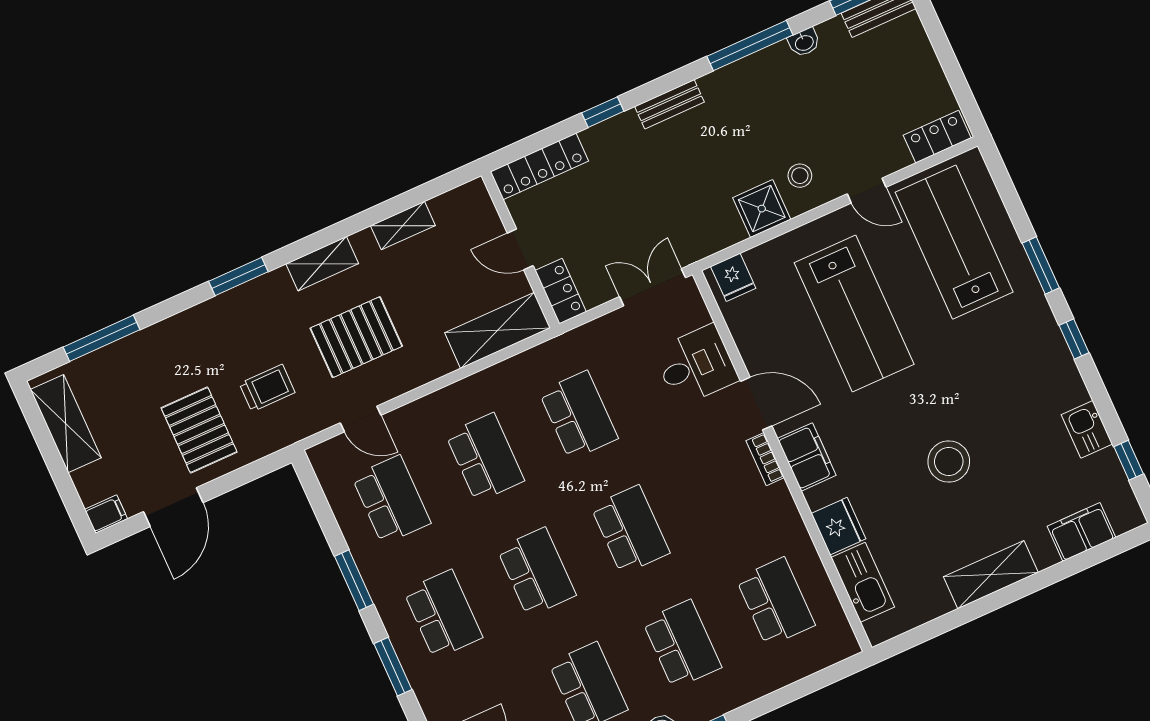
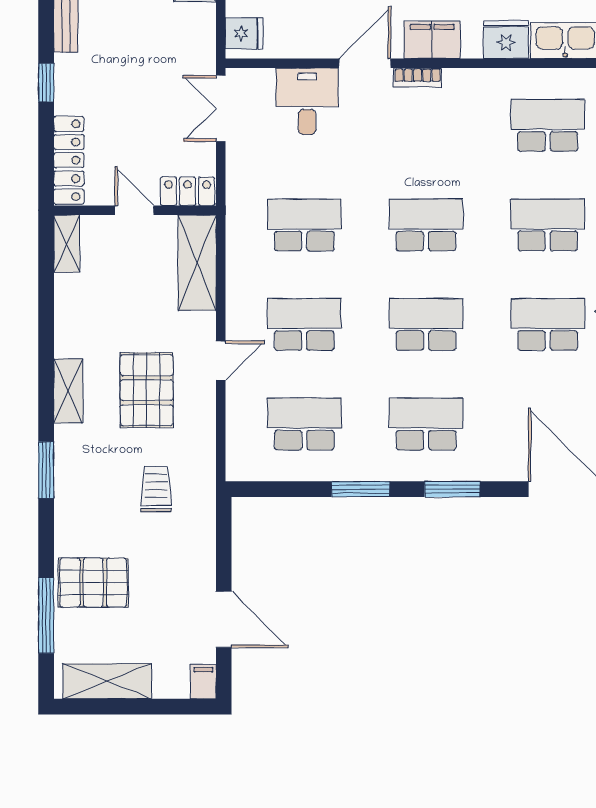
shelving: (403, 226) -> (67, 244), moved
door: (520, 249) -> (135, 210), swing flipped
door: (361, 419) -> (221, 361), moved
pallet: (199, 430) -> (93, 583), moved

